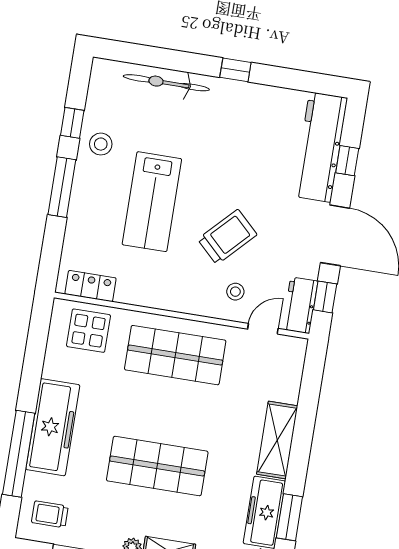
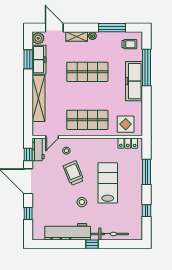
window: (235, 70) -> (92, 244), moved
stool: (101, 144) -> (82, 202), moved
workbench: (320, 147) -> (68, 232), moved, turned -90
window: (62, 187) -> (147, 172), moved
trolley: (227, 237) -> (73, 173), turned 114
shelving: (277, 440) -> (39, 98), width x1.47

